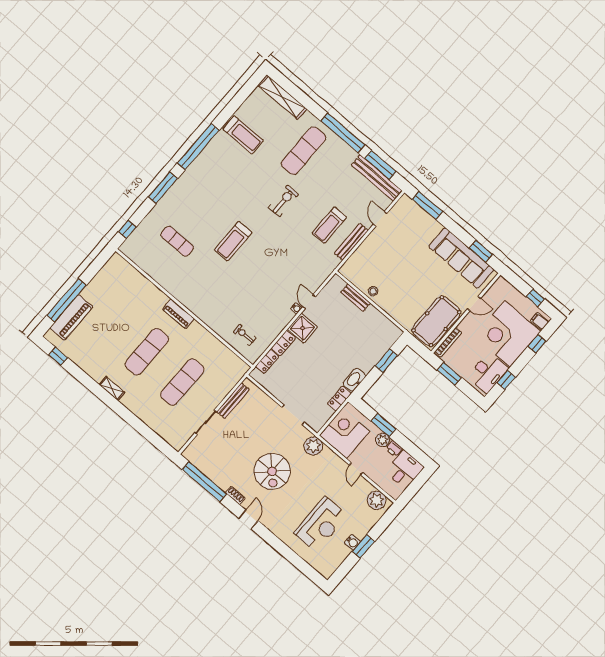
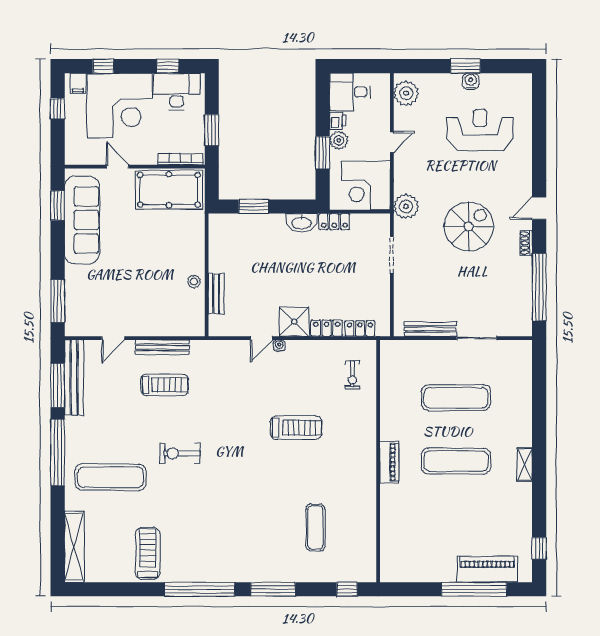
treadmill: (233, 241) -> (296, 428), moved

